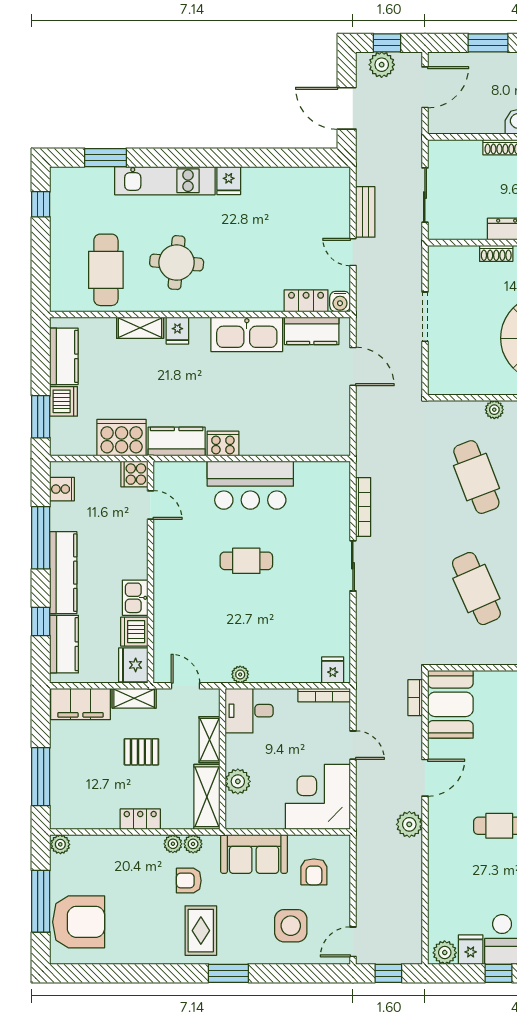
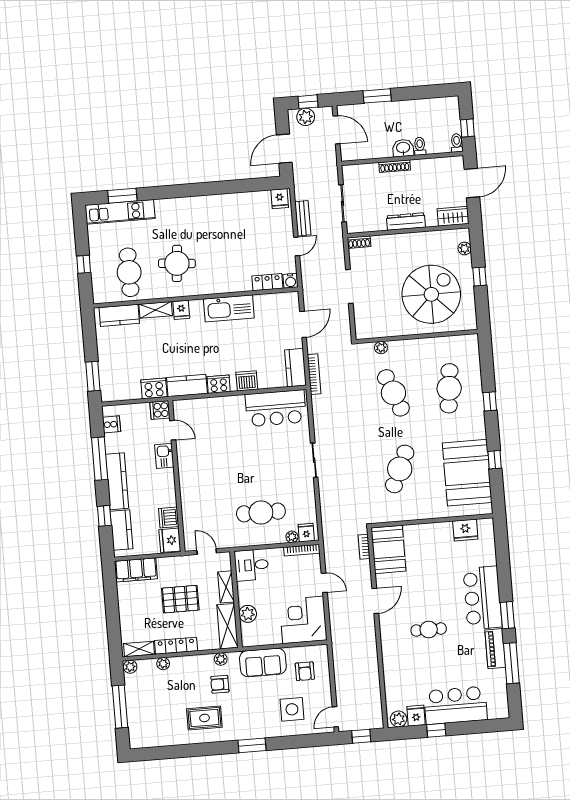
door: (425, 87) -> (336, 130), hinge flipped
door: (347, 108) -> (284, 149), hinge flipped
kitchen unit: (165, 181) -> (120, 212), moved
fridge: (229, 181) -> (280, 199), moved
window: (41, 204) -> (84, 264), moved
door: (353, 252) -> (297, 246), swing flipped
shoe rack: (496, 253) -> (359, 242), moved
kitchen counter: (312, 331) -> (295, 368), moved, turned 90
kitchen counter: (64, 356) -> (119, 315), moved, turned 90
door: (353, 366) -> (303, 324), hinge flipped
dishwasher: (64, 401) -> (247, 381), moved, turned -90
plant: (494, 410) -> (381, 348), moved
cooker: (122, 438) -> (154, 388), width x0.73, depth x0.76
bar counter: (250, 485) -> (276, 408), moved
bookcase: (363, 507) -> (314, 374), moved
cafe table: (246, 561) -> (261, 512), moved, width x1.37, depth x1.35
cafe table: (476, 589) -> (400, 469), turned 48
kitchen sink: (135, 598) -> (164, 456), moved
plant: (240, 674) -> (292, 537), moved
shelving: (134, 698) -> (139, 649), moved
pallet: (141, 752) -> (180, 599), width x1.50, depth x1.42
window: (41, 777) -> (113, 622), removed
locker: (140, 819) -> (176, 646), width x1.53
plant: (409, 824) -> (367, 634), removed
plant: (173, 844) -> (163, 664), moved
armchair: (79, 922) -> (147, 719), removed
rug: (201, 931) -> (204, 718), moved, turned 90

